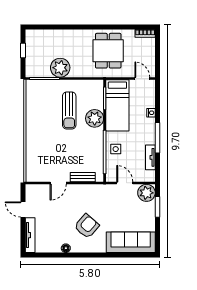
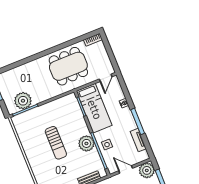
dining table: (108, 51) -> (68, 66), width x1.38
plant: (60, 68) -> (23, 101), moved
door: (142, 79) -> (106, 78), swing flipped
sun lounger: (69, 111) -> (56, 143), moved
plant: (95, 118) -> (86, 143), moved

